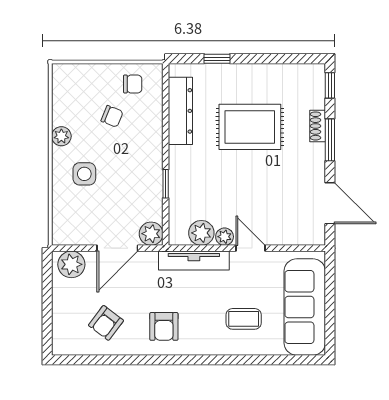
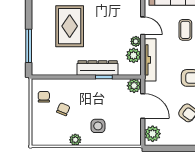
window: (217, 59) -> (29, 46), width x2.17
dresser: (180, 111) -> (98, 68), moved
door: (250, 248) -> (143, 26), swing flipped

